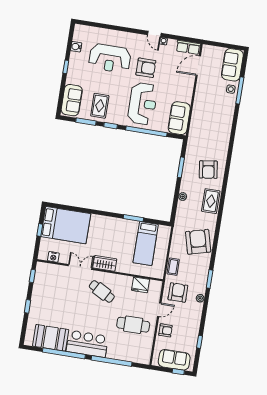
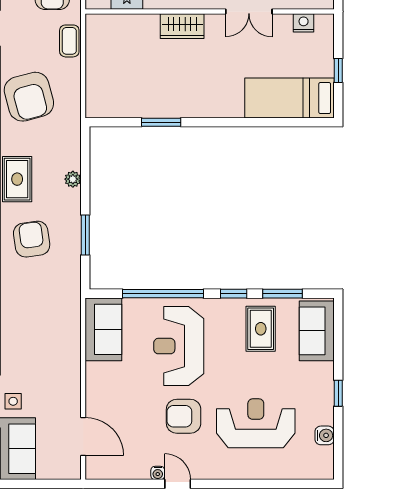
row of seats: (188, 47) -> (108, 469), removed
door: (198, 66) -> (83, 437), hinge flipped
bed: (66, 225) -> (289, 98), width x0.67
bed: (146, 244) -> (130, 77), removed
wardrobe: (105, 263) -> (182, 26), moved

